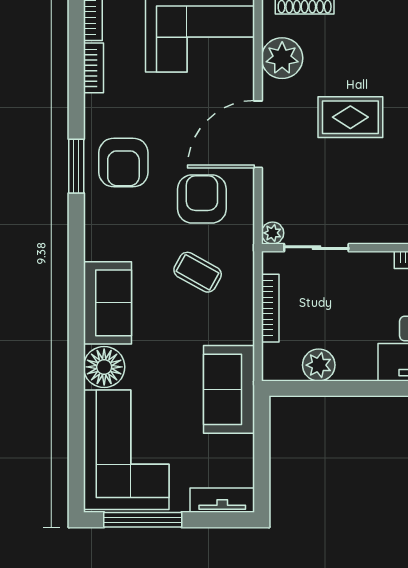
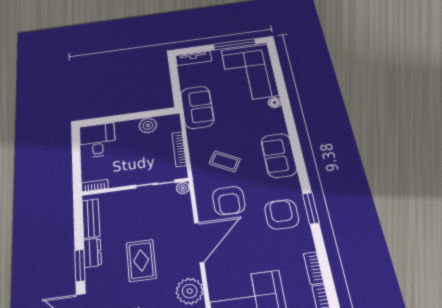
rug: (350, 117) -> (141, 260), turned 90
sofa: (107, 303) -> (279, 155), moved
floor lamp: (104, 367) -> (275, 103), width x0.53, depth x0.53

